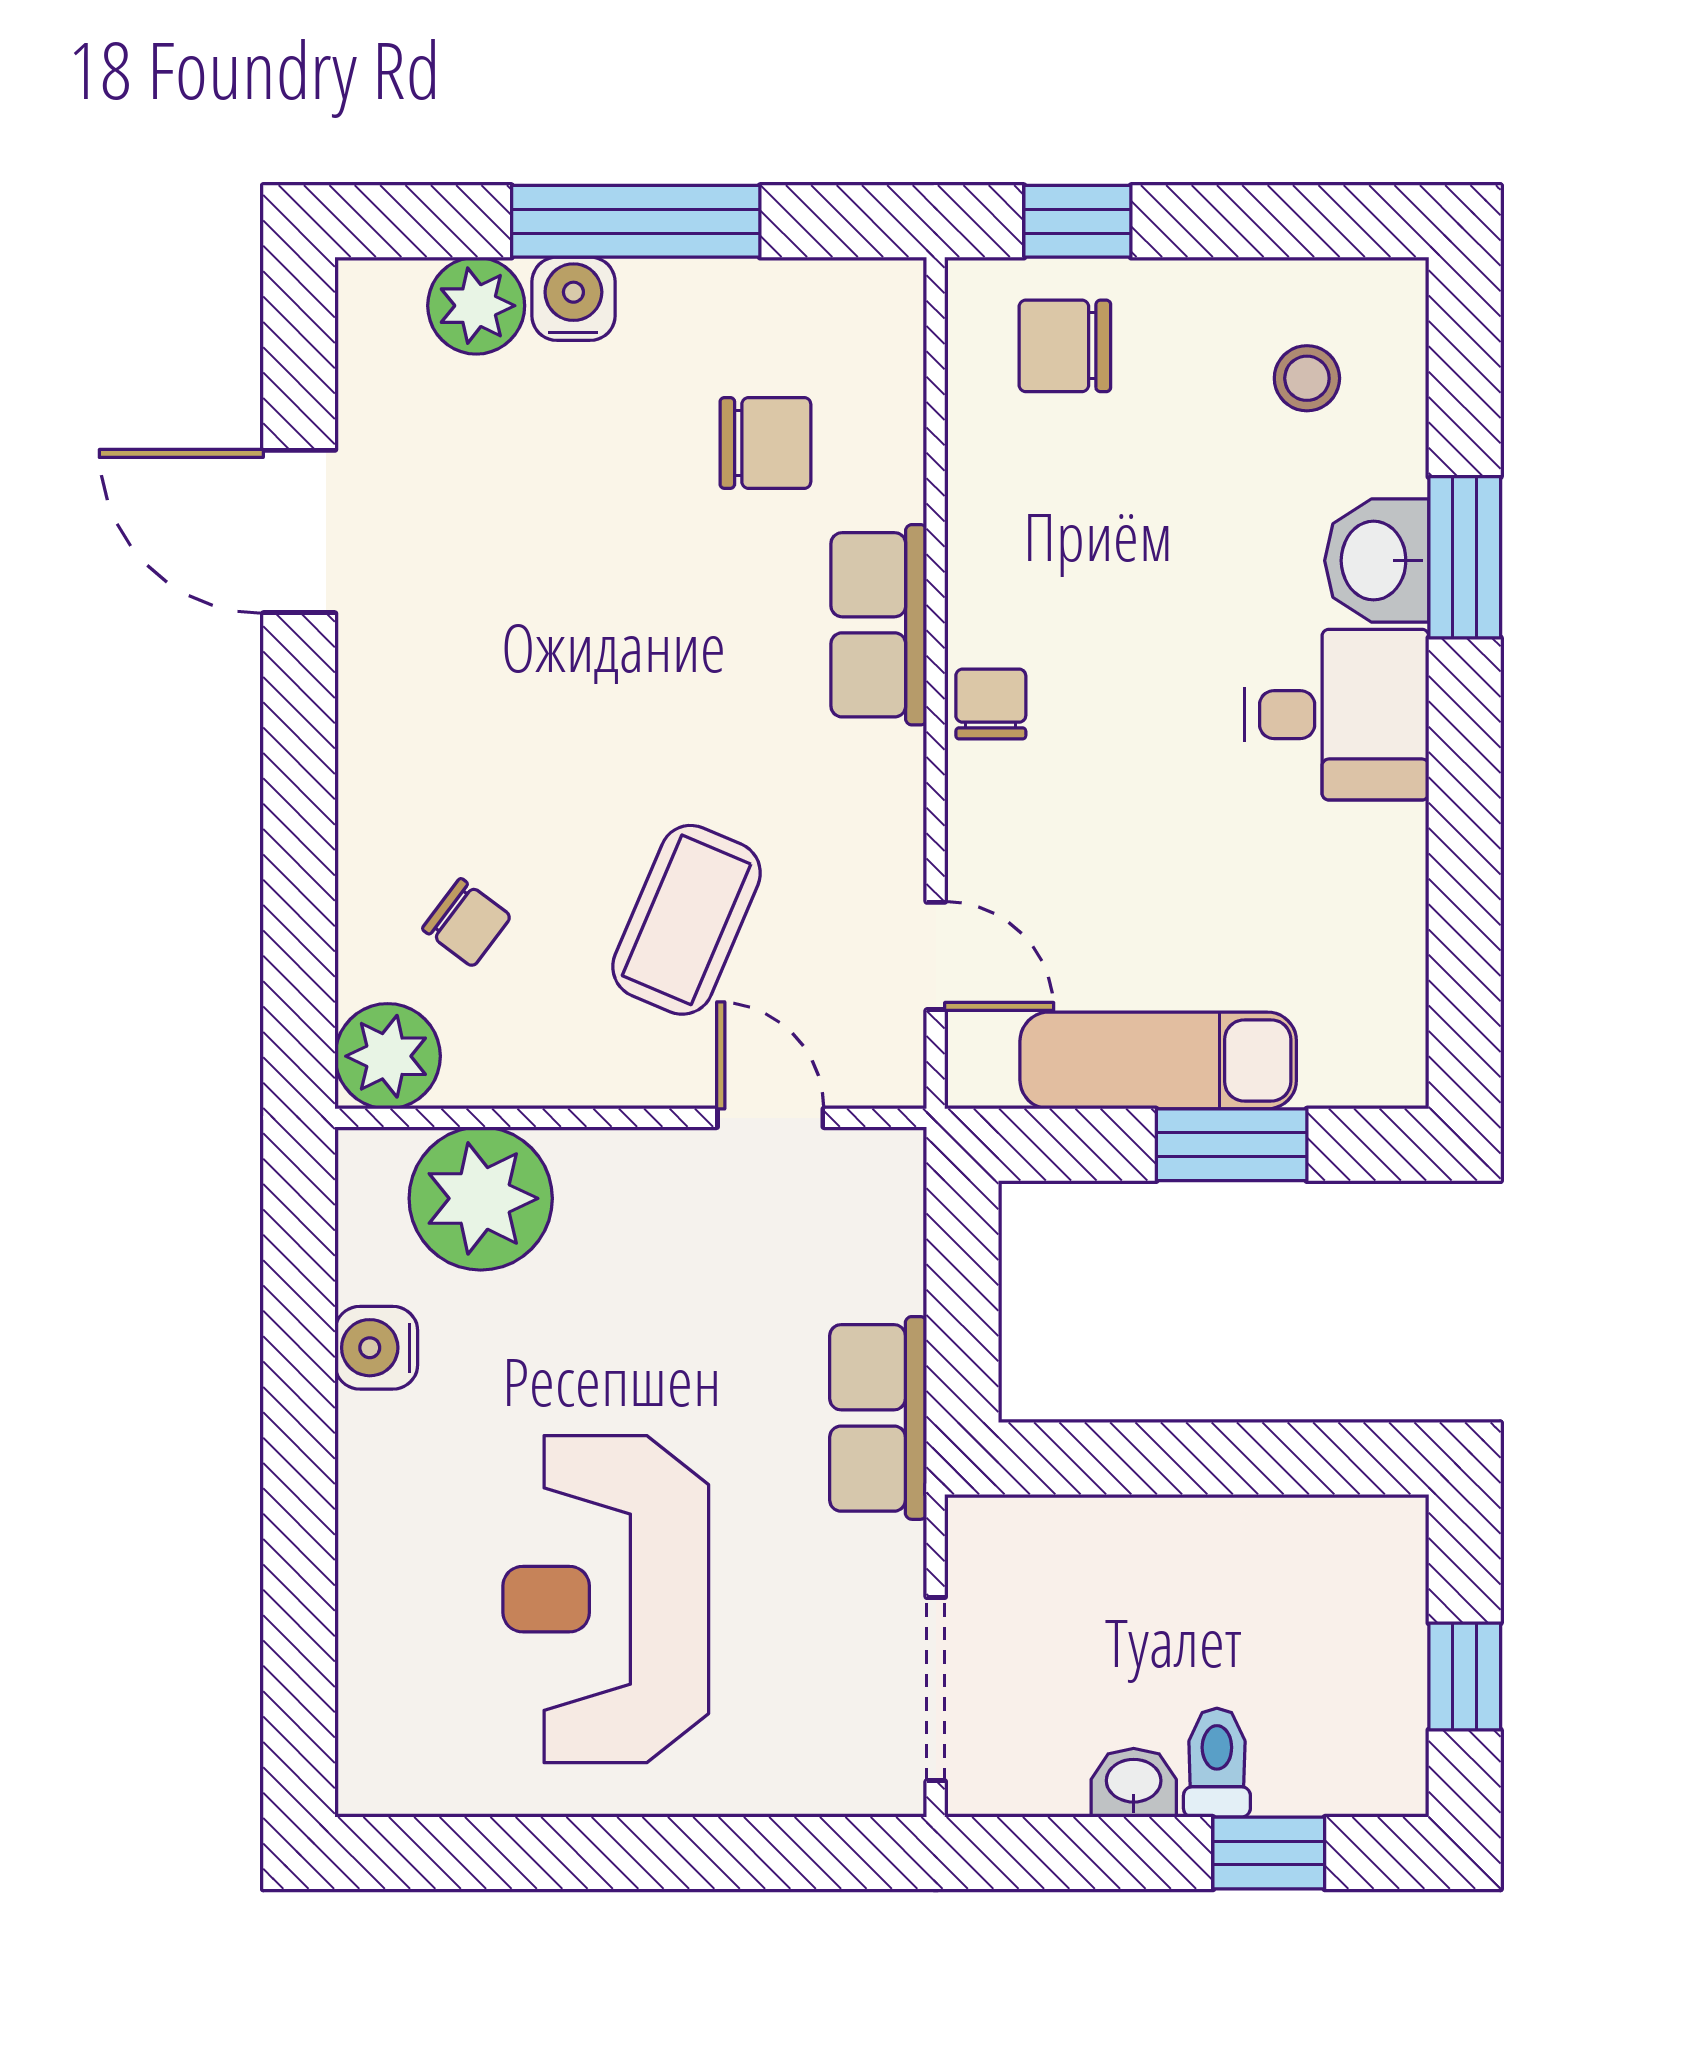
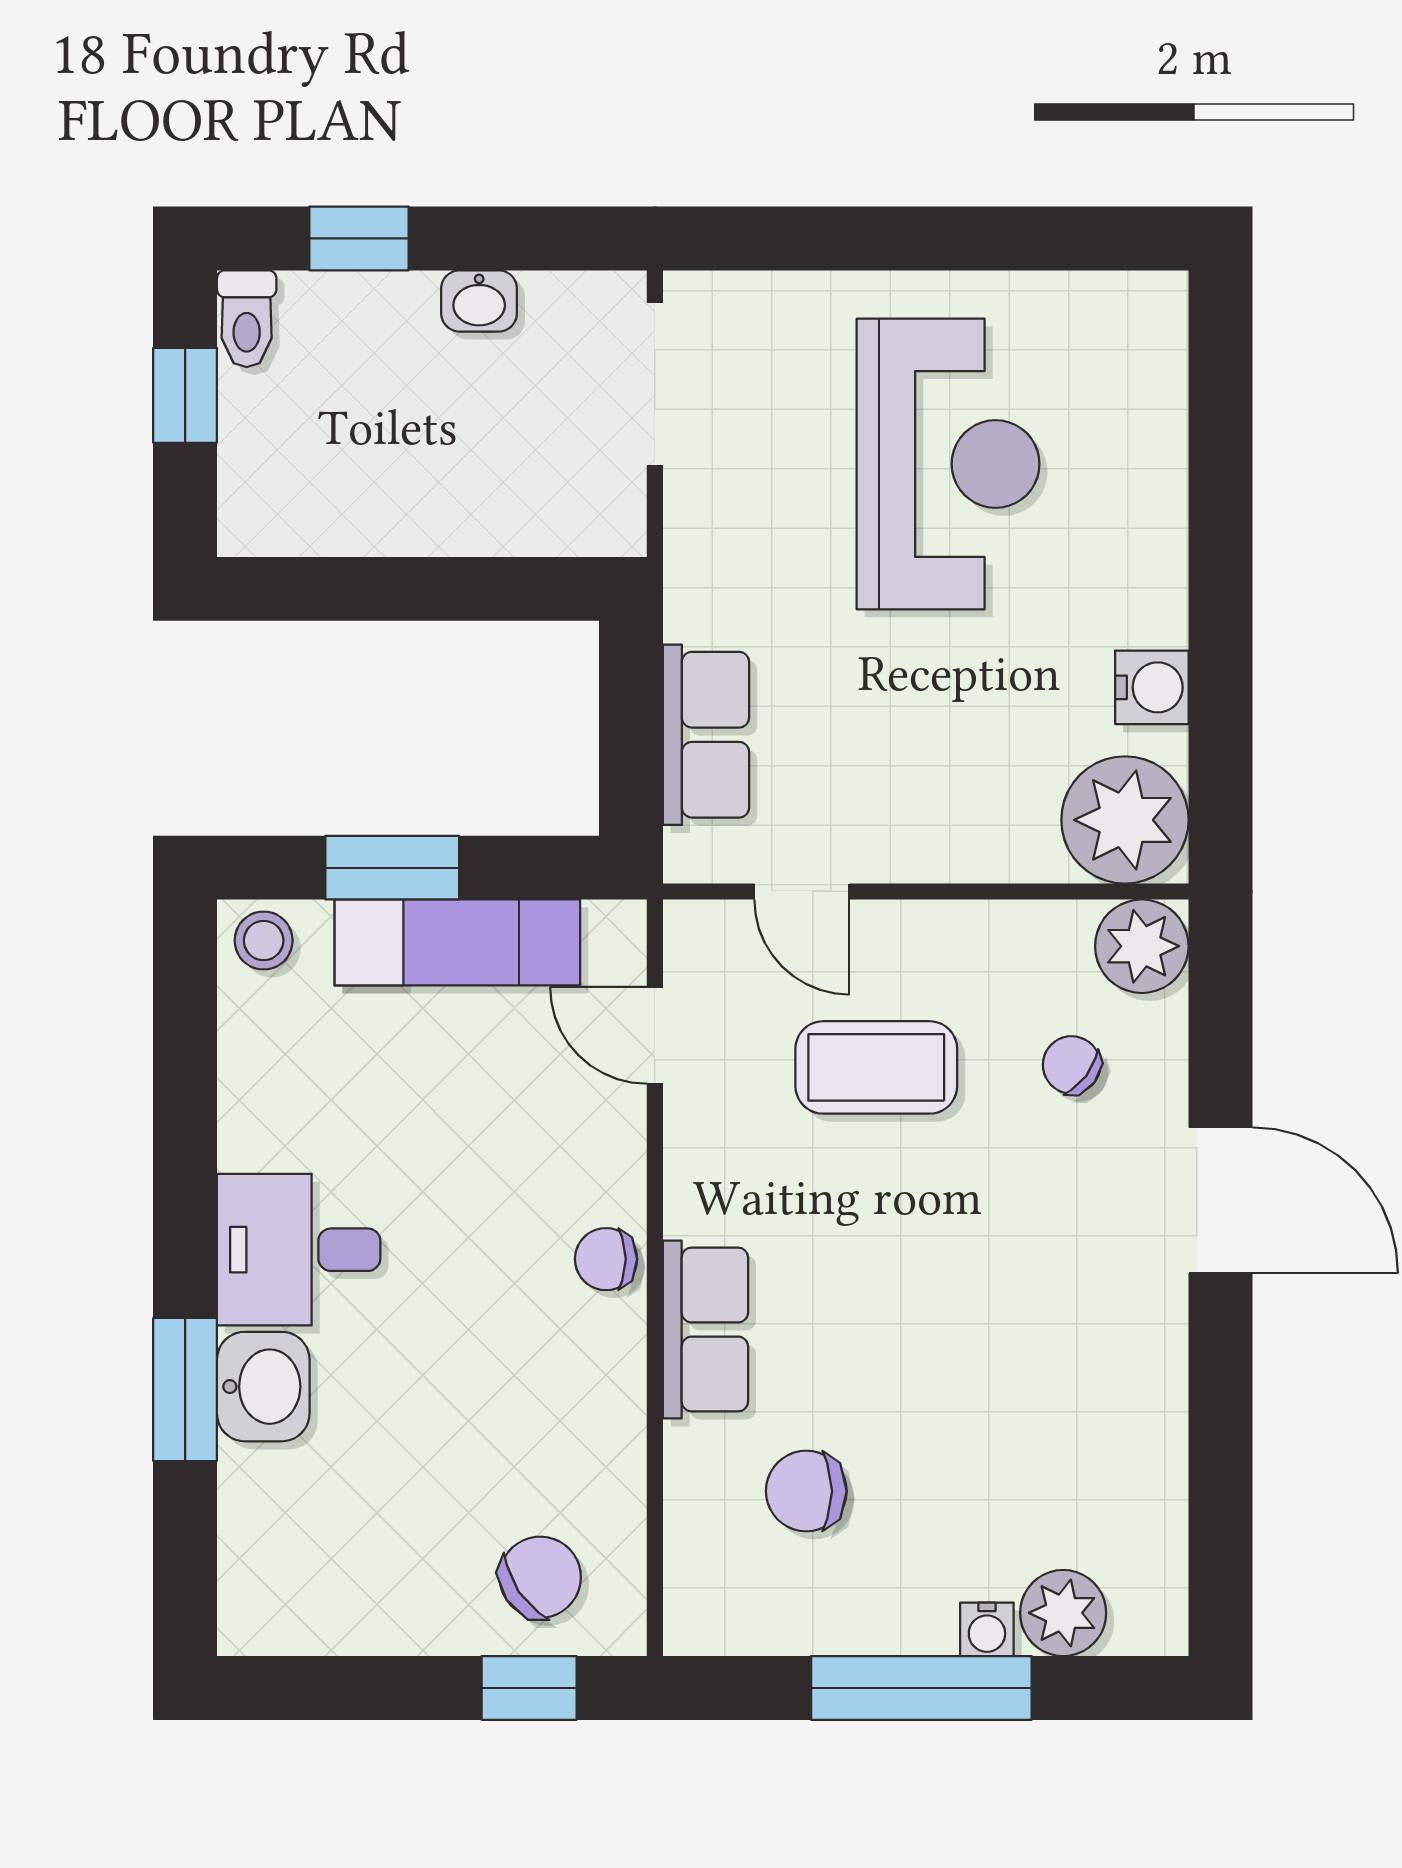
water cooler: (573, 299) -> (987, 1629), width x0.72, depth x0.72
chair: (1065, 346) -> (540, 1577), turned -34
stool: (1307, 378) -> (264, 941), moved
door: (299, 531) -> (1220, 1200), moved
chair: (991, 704) -> (606, 1259), turned 90
coffee table: (687, 920) -> (876, 1067), turned 67
plant: (481, 1198) -> (1125, 820), moved
row of seats: (878, 1418) -> (706, 735), moved
toilet: (1217, 1763) -> (247, 319), moved

